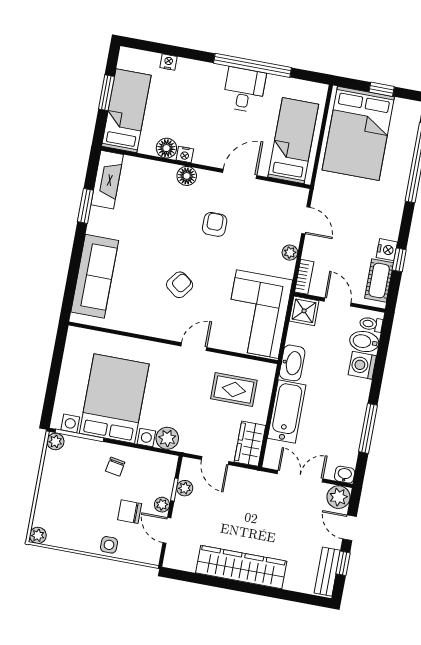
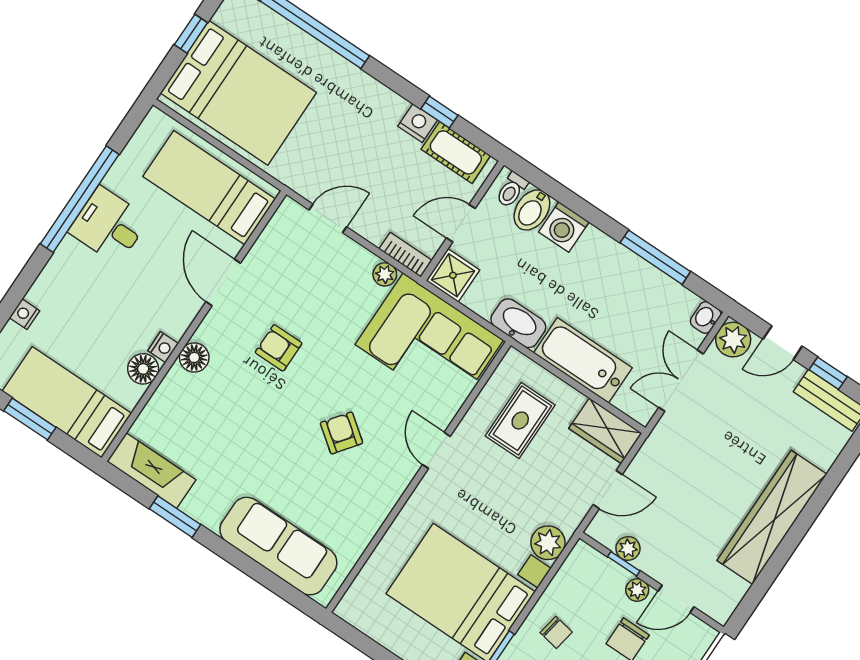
plant: (290, 253) -> (385, 274), moved

